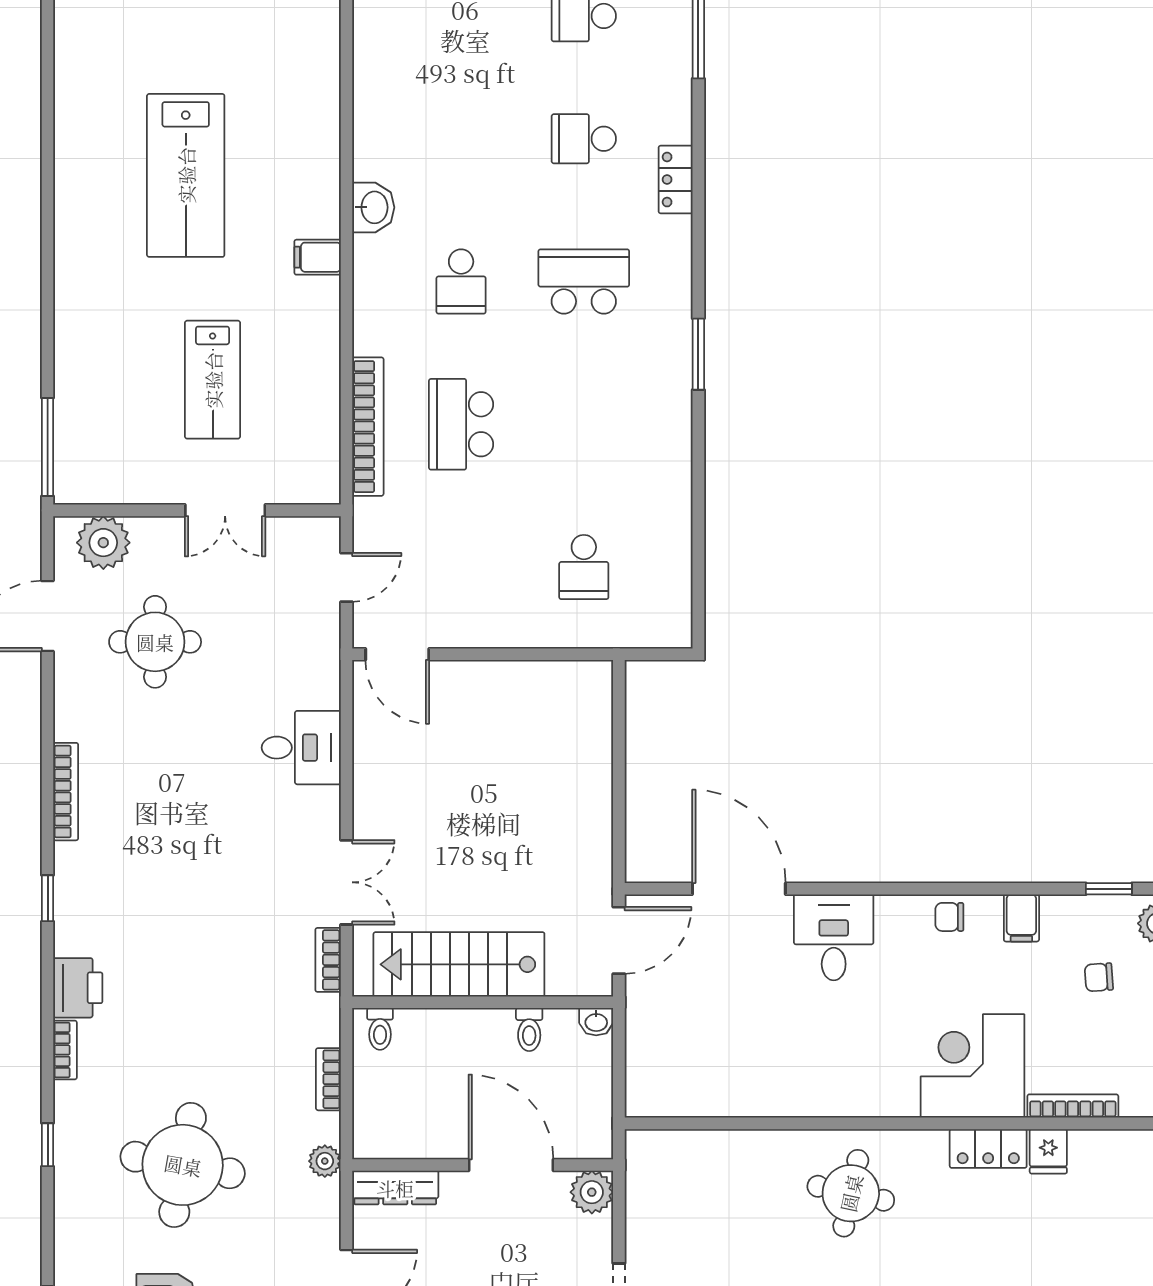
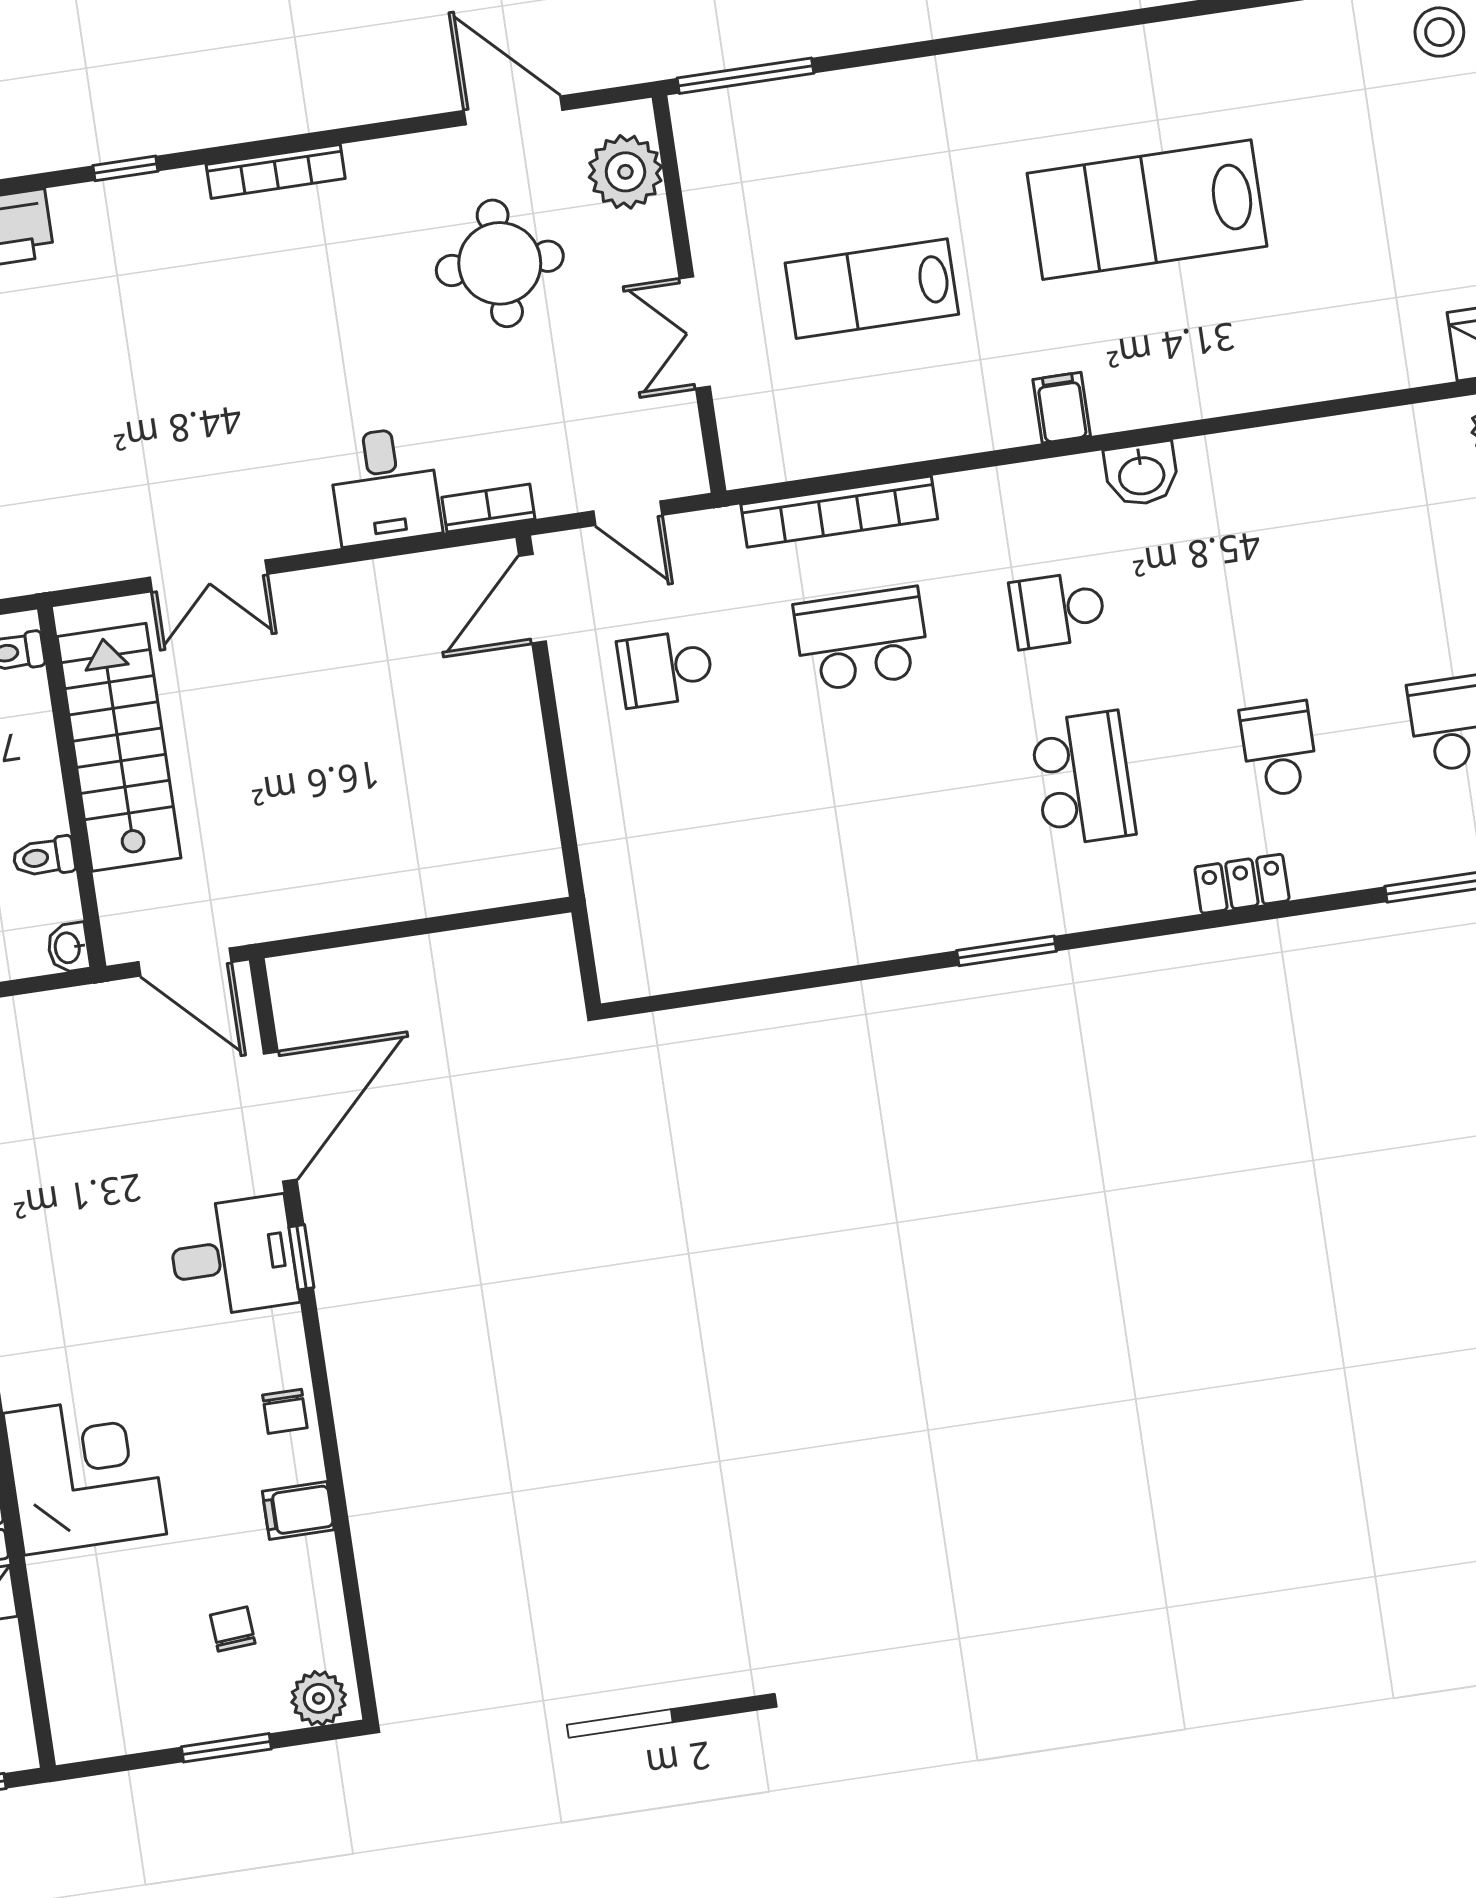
school desk: (584, 567) -> (665, 669), moved
window: (1109, 889) -> (301, 1257), moved
chair: (949, 917) -> (285, 1411), turned 180
bookcase: (328, 960) -> (488, 508), moved
bookcase: (1073, 1106) -> (50, 1620), removed

